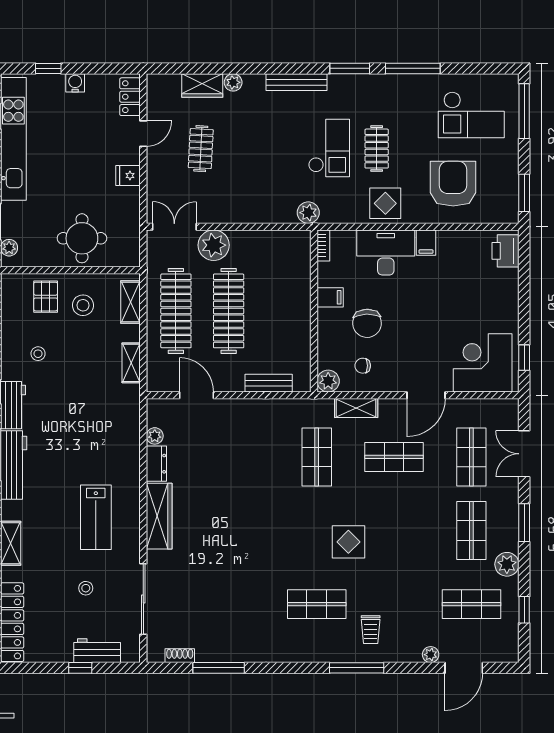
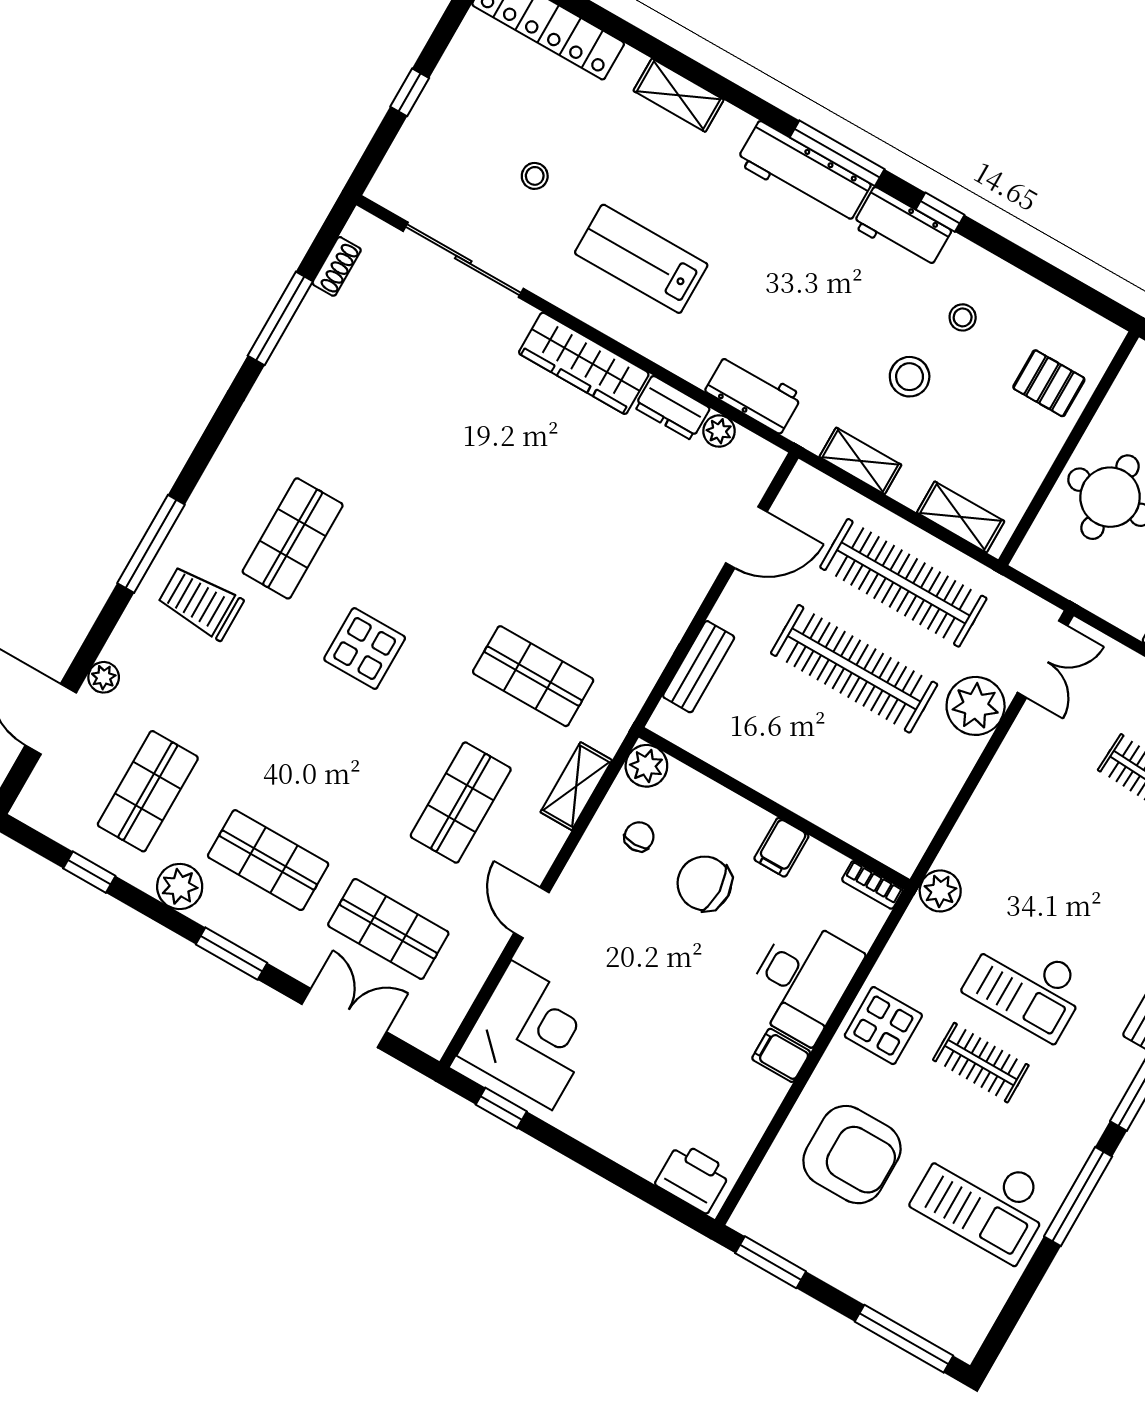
checkout: (471, 115) -> (983, 1199), moved, turned -90
stool: (83, 305) -> (910, 377), moved
door: (426, 395) -> (532, 913), width x0.73
trolley: (371, 630) -> (200, 603), width x1.36, depth x1.39
workbench: (97, 651) -> (754, 393), moved, turned -90

